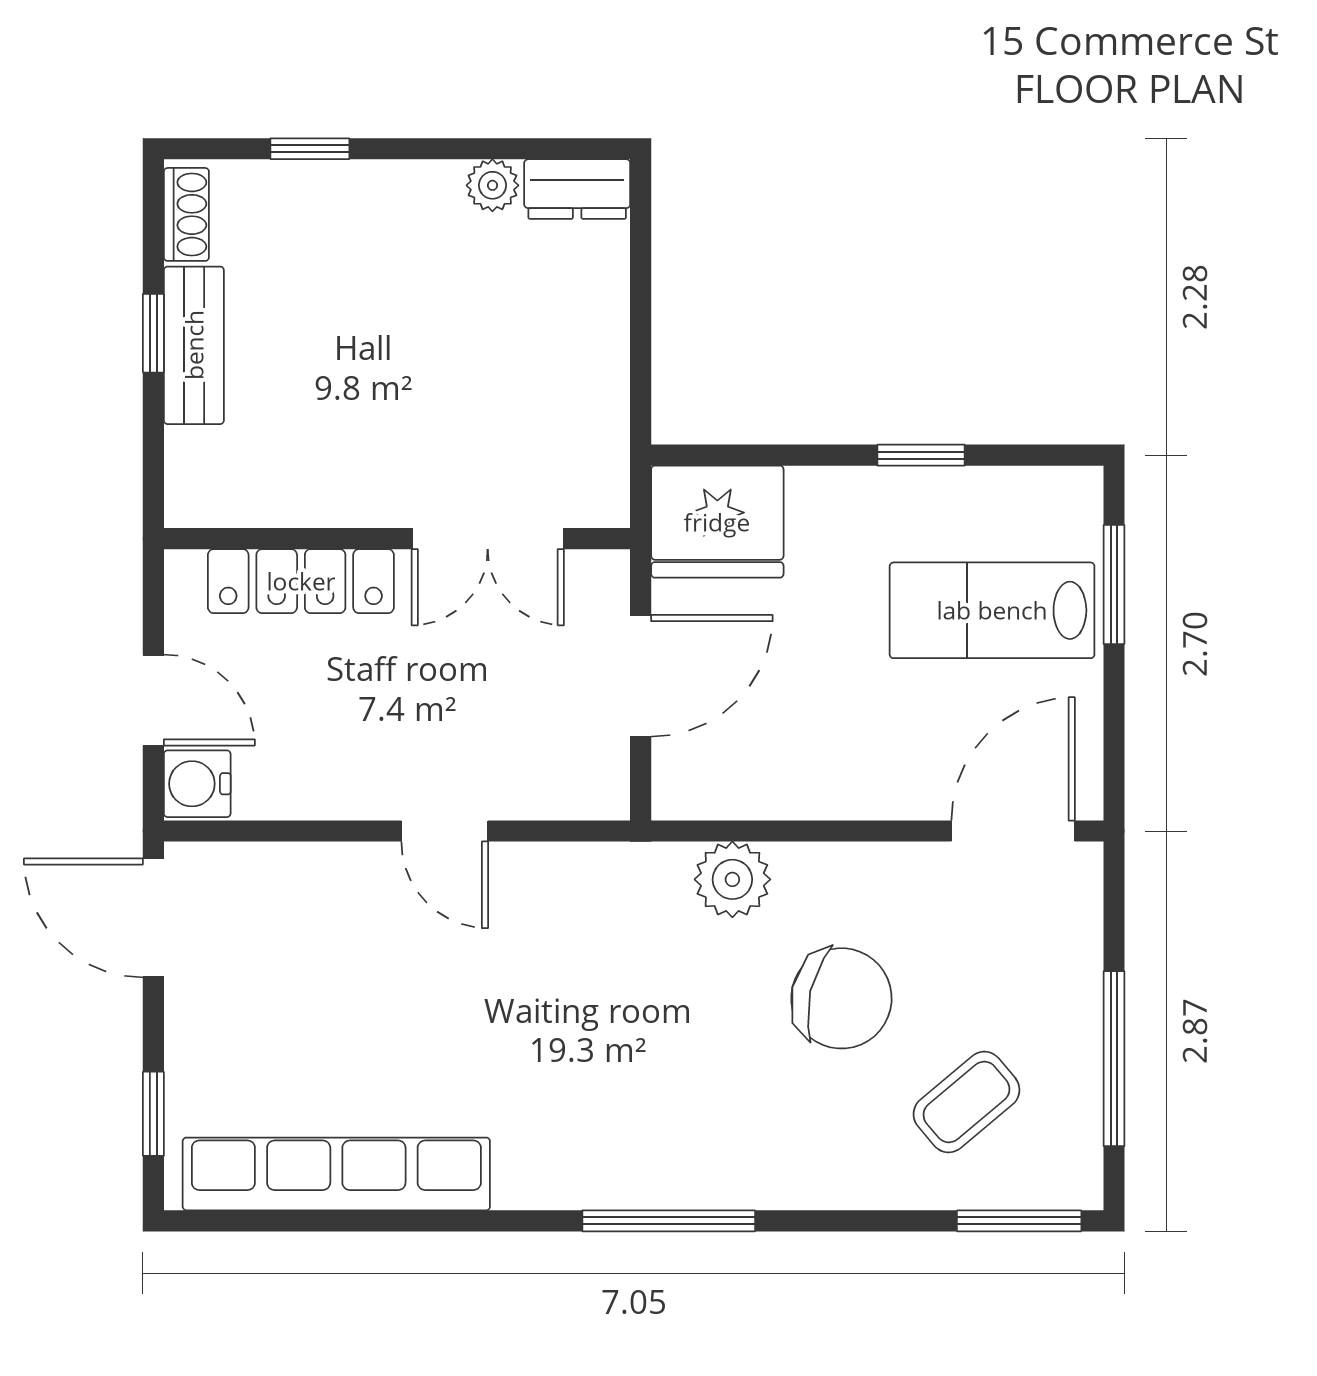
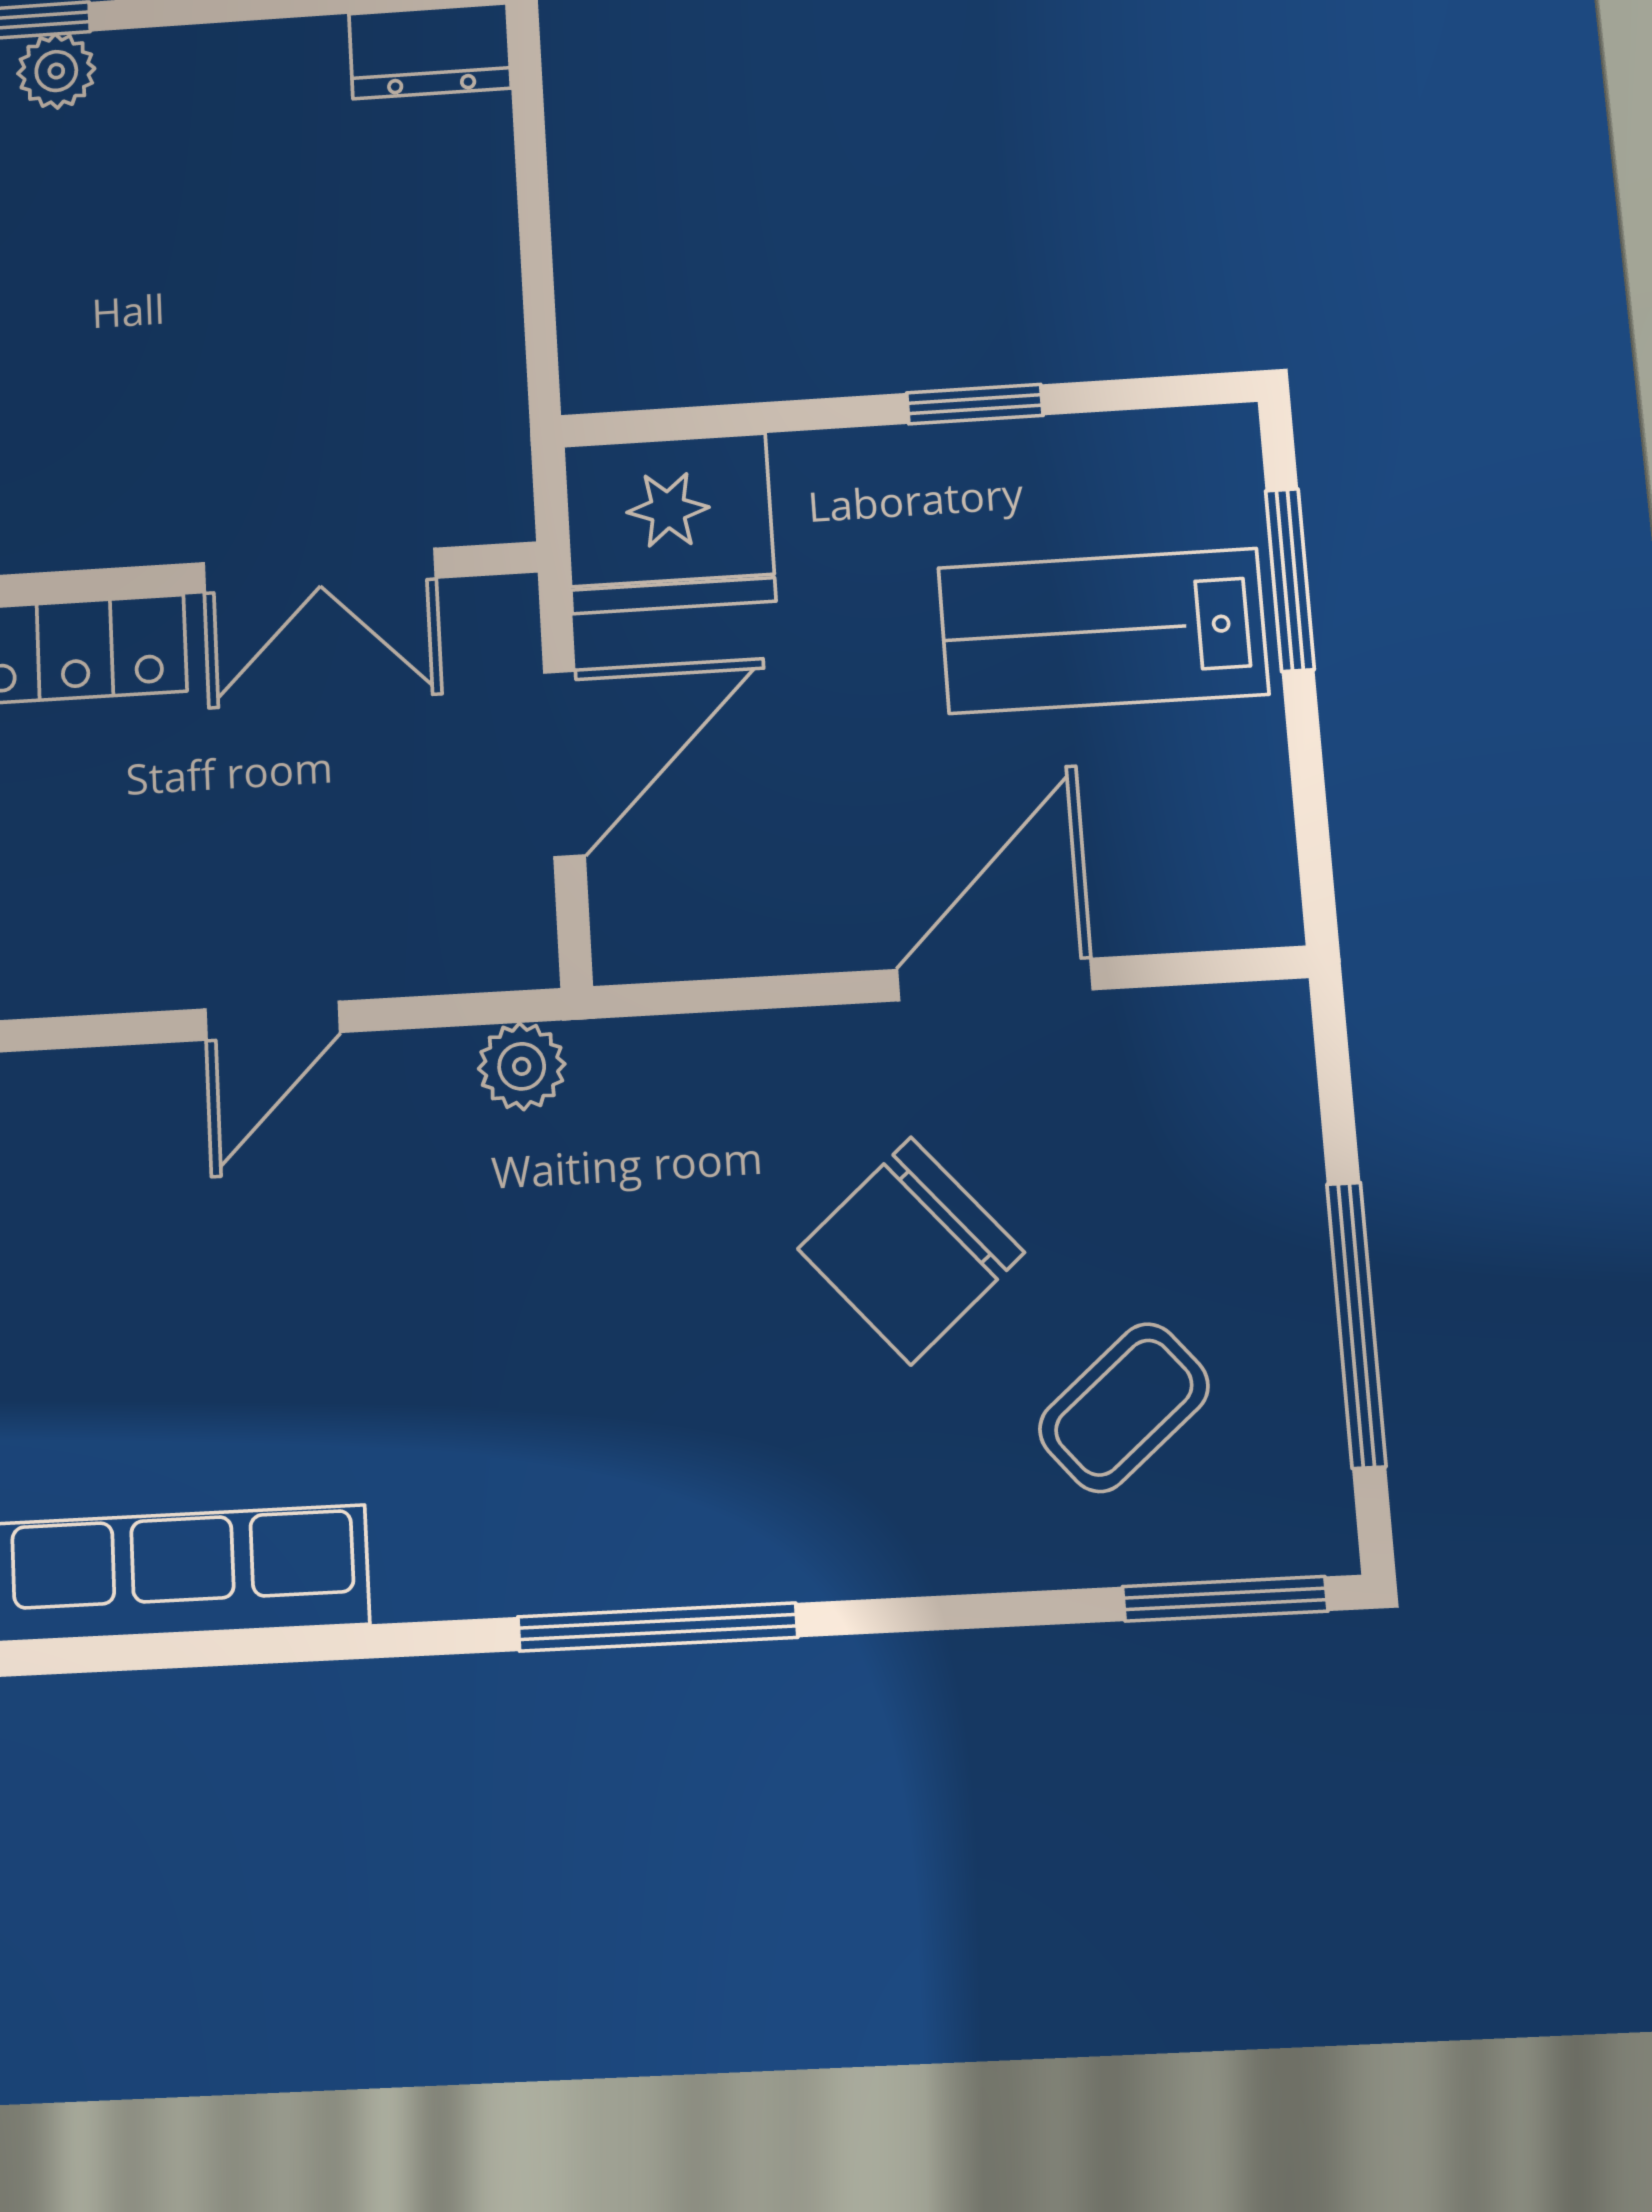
plant: (492, 185) -> (56, 71), moved
door: (445, 831) -> (273, 1021), hinge flipped
door: (1013, 831) -> (995, 980), moved
plant: (732, 879) -> (522, 1066), moved, width x0.73, depth x0.73
chair: (841, 998) -> (911, 1251), turned 126

